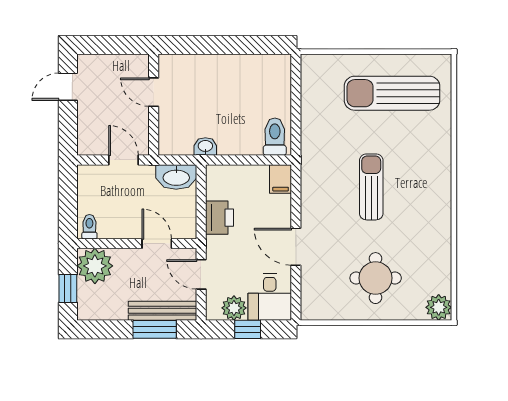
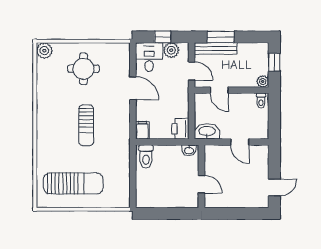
door: (154, 92) -> (201, 184), moved
wall: (154, 105) -> (201, 176), moved
printer: (220, 218) -> (180, 129), moved
plant: (95, 266) -> (263, 81), width x0.53, depth x0.53

